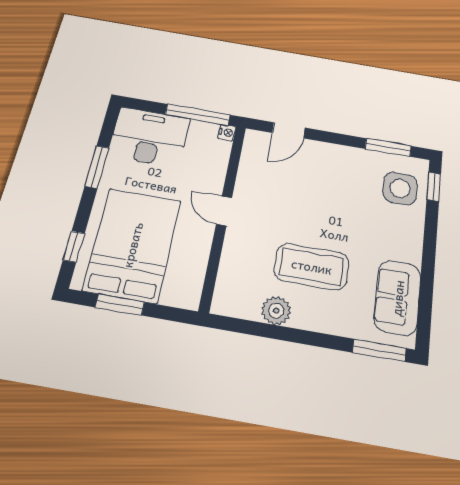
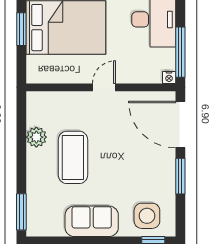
door: (289, 130) -> (180, 125), width x1.87
window: (388, 147) -> (180, 176), moved
sofa: (398, 298) -> (92, 221), moved

